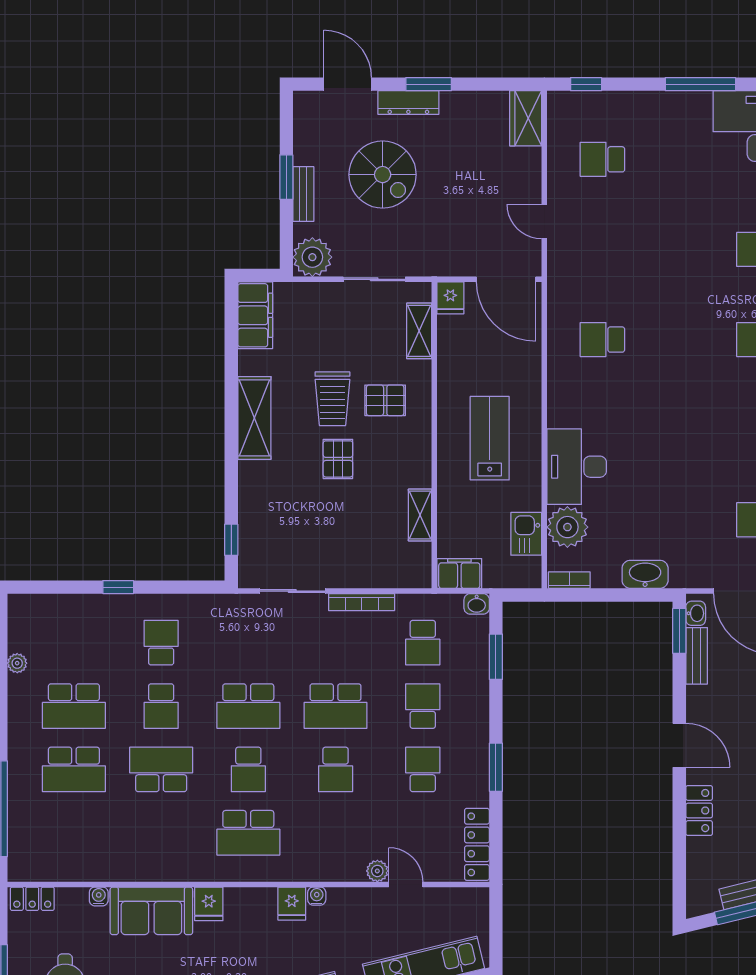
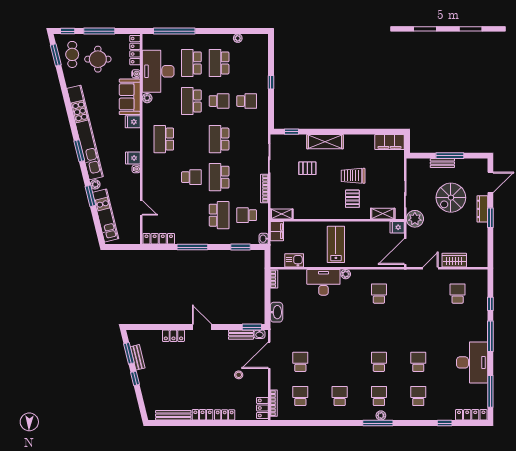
window: (586, 84) -> (490, 304), moved
wardrobe: (526, 118) -> (454, 260), moved
window: (286, 177) -> (450, 156), width x1.44
plant: (312, 257) -> (415, 219), moved
shelving: (254, 418) -> (325, 142), moved
lab bench: (490, 438) -> (336, 244), turned -90
pallet: (338, 459) -> (307, 168), moved
shelving: (420, 515) -> (282, 214), moved
plant: (567, 527) -> (346, 274), moved, width x0.53, depth x0.53
school desk: (161, 706) -> (219, 101), turned 180
school desk: (423, 706) -> (219, 215), width x1.85
door: (679, 745) -> (202, 327), swing flipped
window: (496, 767) -> (192, 247), width x1.44
school desk: (161, 769) -> (191, 101), turned 180
school desk: (248, 769) -> (191, 139), removed
school desk: (336, 769) -> (191, 177), turned 180
school desk: (423, 769) -> (191, 215), removed
desk: (93, 846) -> (158, 71), added
plant: (377, 871) -> (147, 98), moved
door: (406, 884) -> (141, 208), hinge flipped
locker: (32, 899) -> (135, 50), width x1.53

